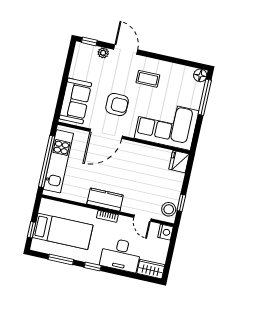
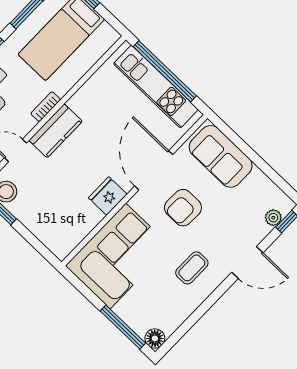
plant: (103, 53) -> (273, 218), moved
fridge: (179, 162) -> (108, 196), moved, turned -90
kitchen counter: (105, 200) -> (56, 131), moved

